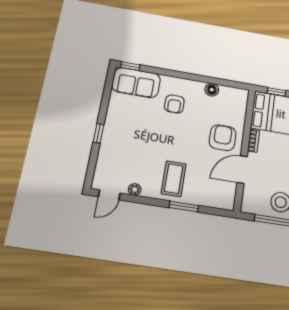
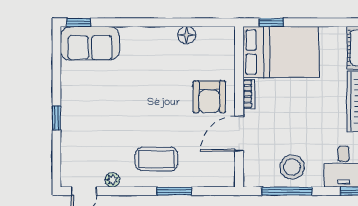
armchair: (174, 104) -> (142, 63), removed
armchair: (223, 138) -> (209, 97), turned 180
coffee table: (174, 179) -> (157, 159), turned 90

